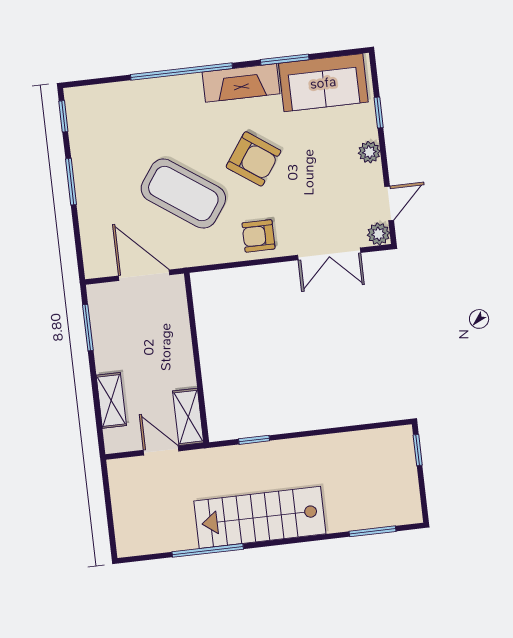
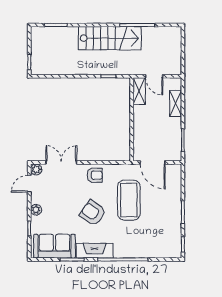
coffee table: (183, 194) -> (129, 200), turned 55

